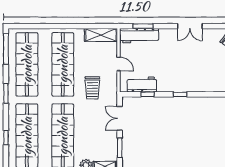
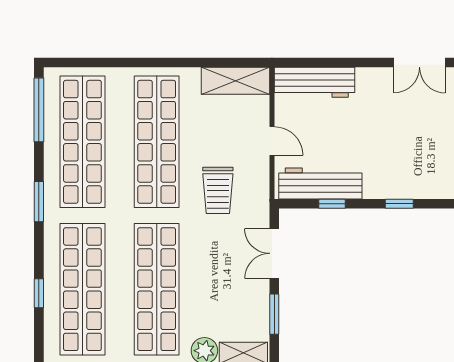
window: (143, 26) -> (323, 63), removed
workbench: (142, 85) -> (320, 183), width x1.38

